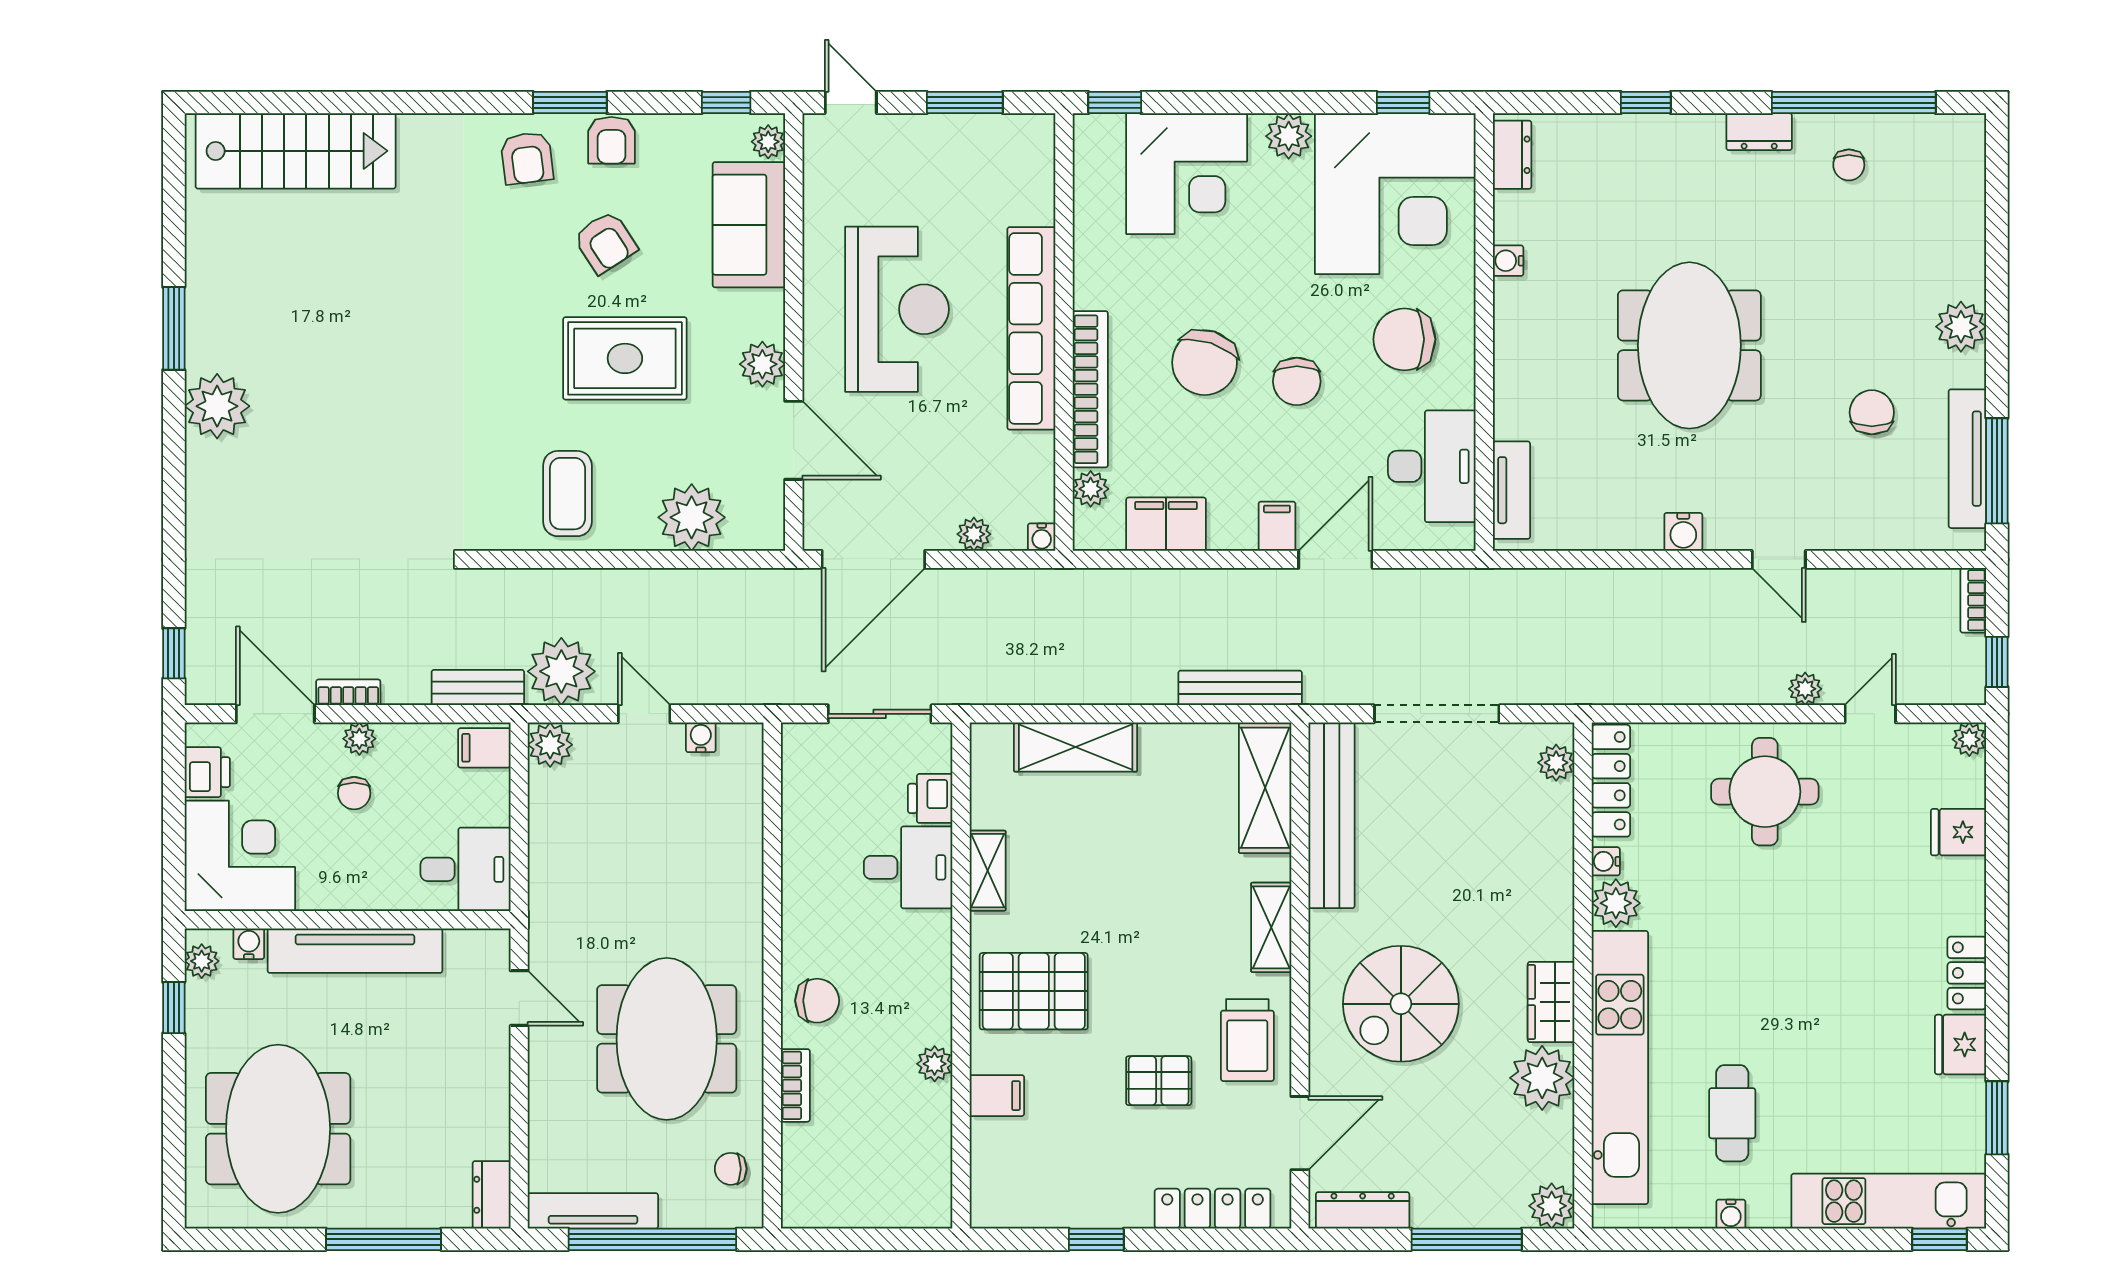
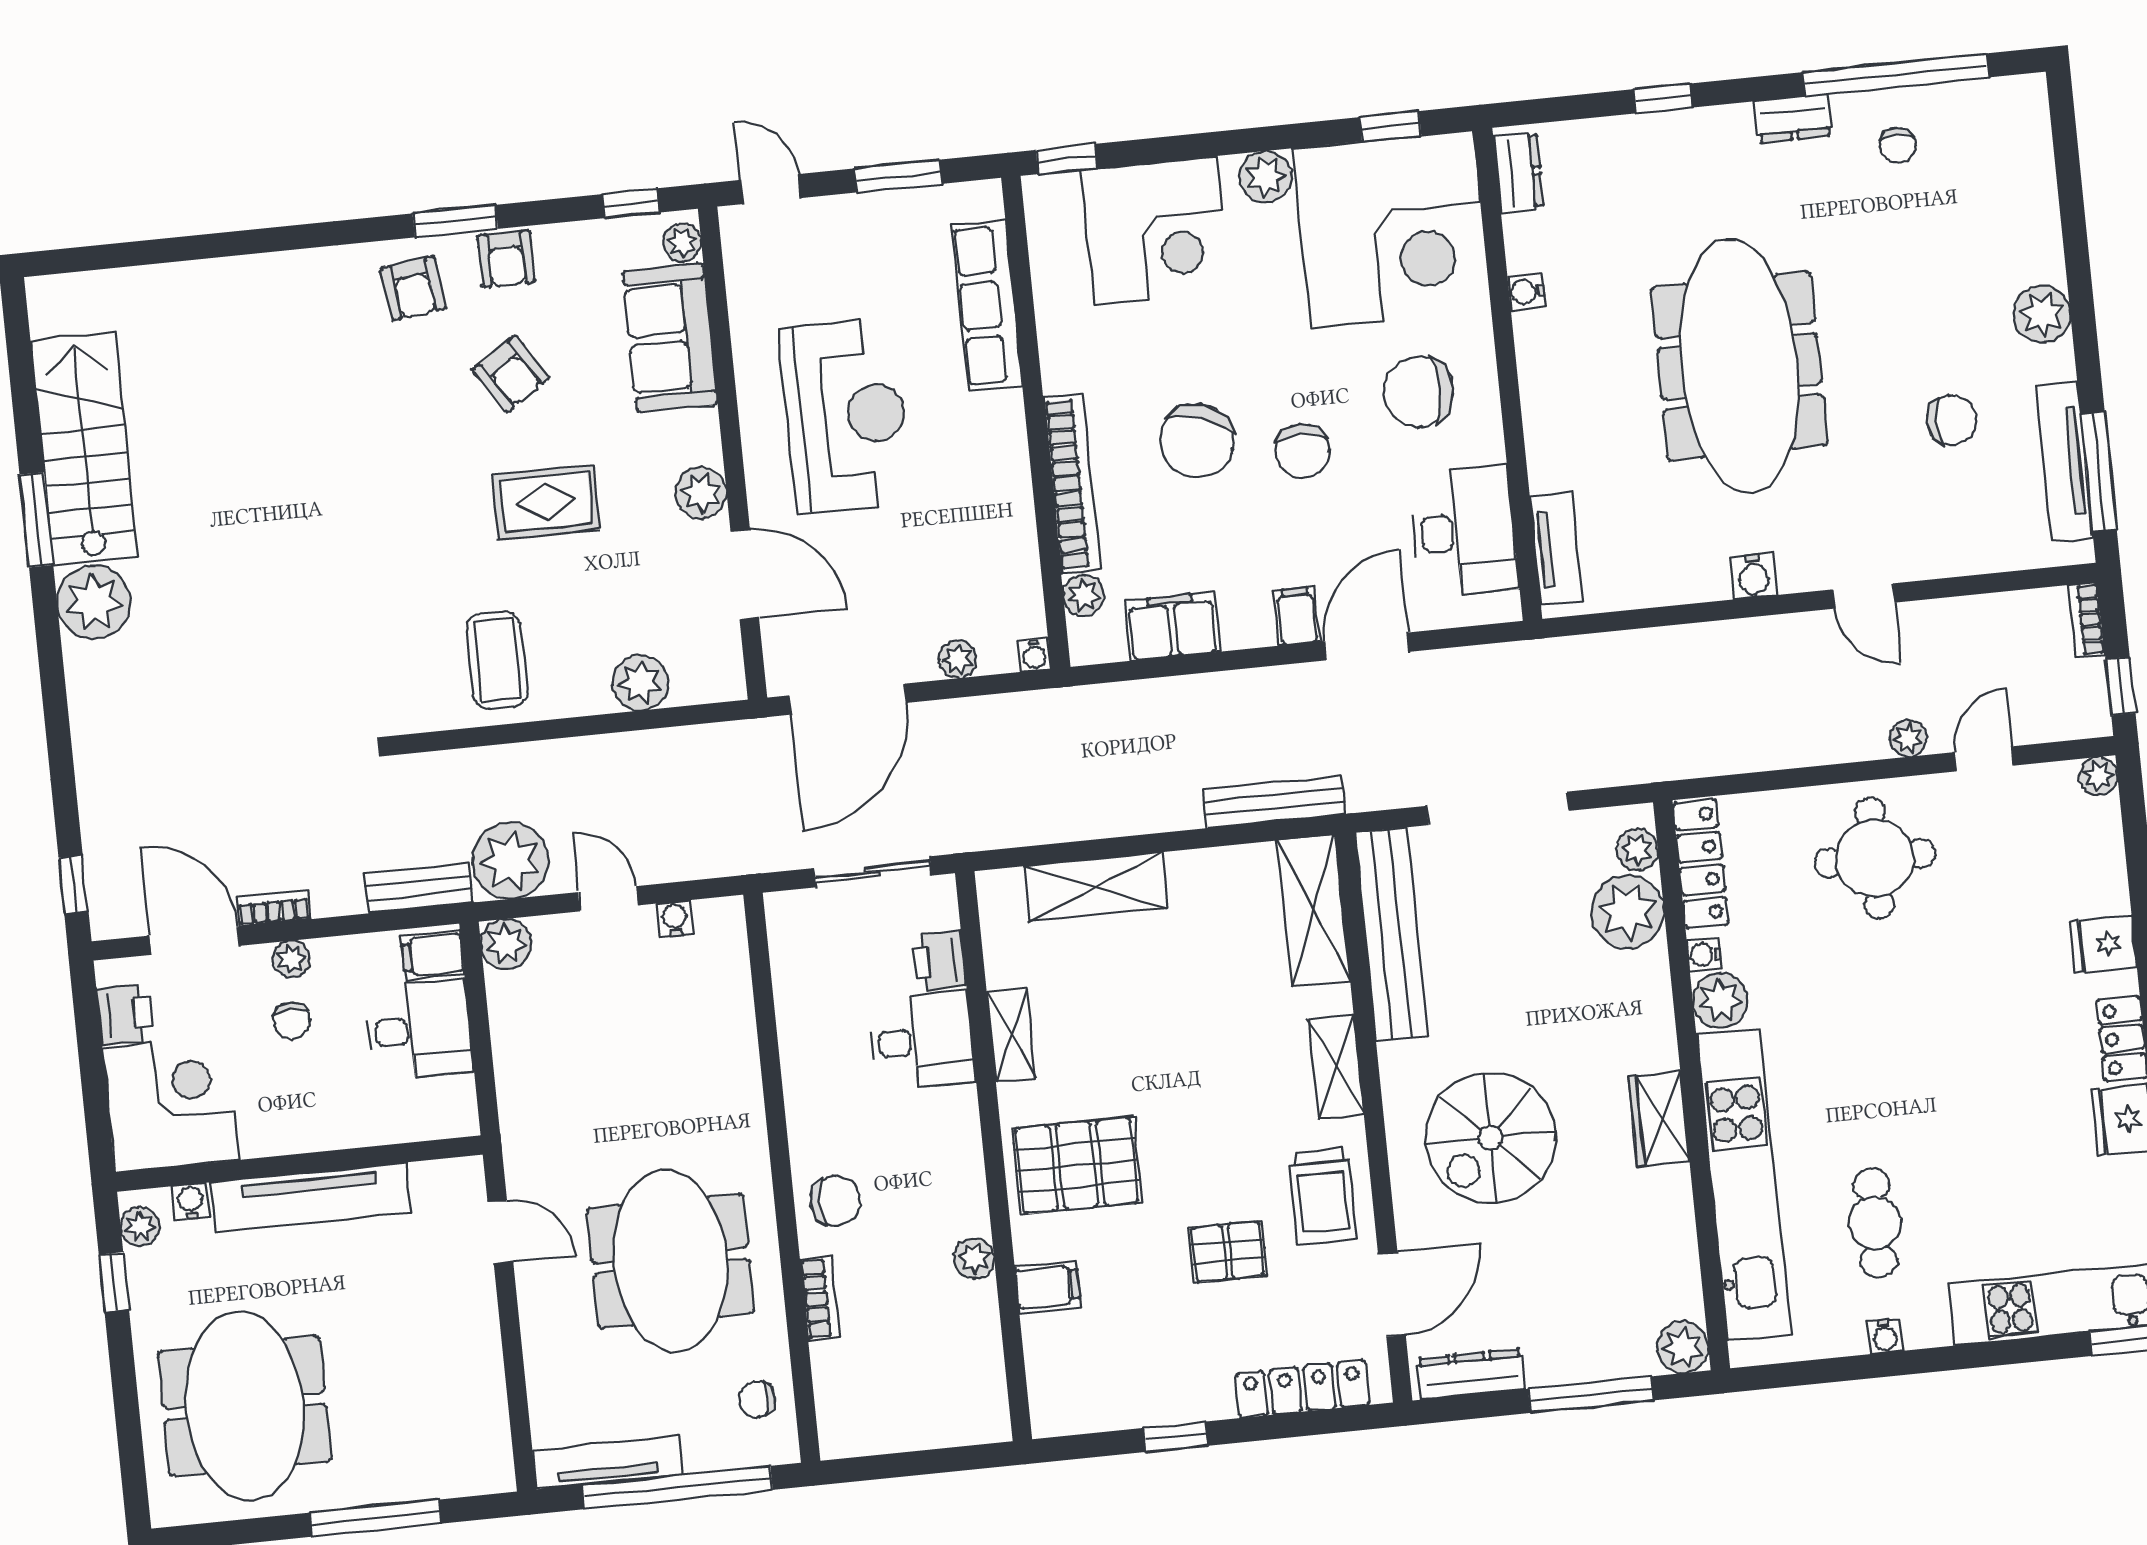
stairs: (296, 151) -> (84, 449), moved, turned -90
row of seats: (1031, 328) -> (987, 305), moved, width x0.73
meeting table: (1689, 345) -> (1739, 366), width x1.36
rug: (625, 358) -> (546, 502), width x0.73, depth x0.70
chair: (1872, 412) -> (1952, 420), turned 90
plant: (692, 517) -> (640, 683), width x0.73, depth x0.73
fridge: (1958, 832) -> (2103, 944), moved
desk: (466, 869) -> (419, 1030), moved
plant: (1542, 1078) -> (1628, 912), moved
dresser: (492, 1195) -> (492, 1456), removed

